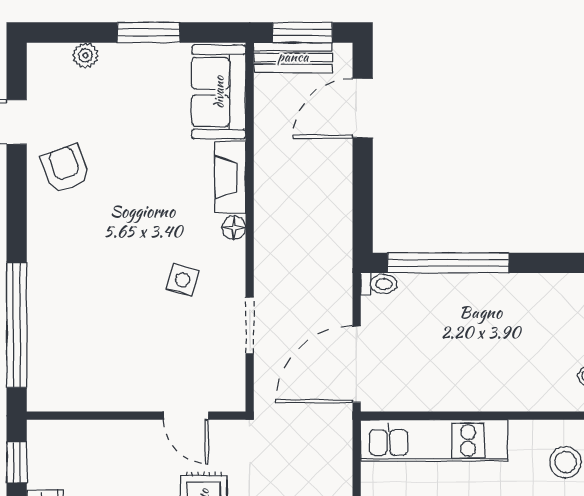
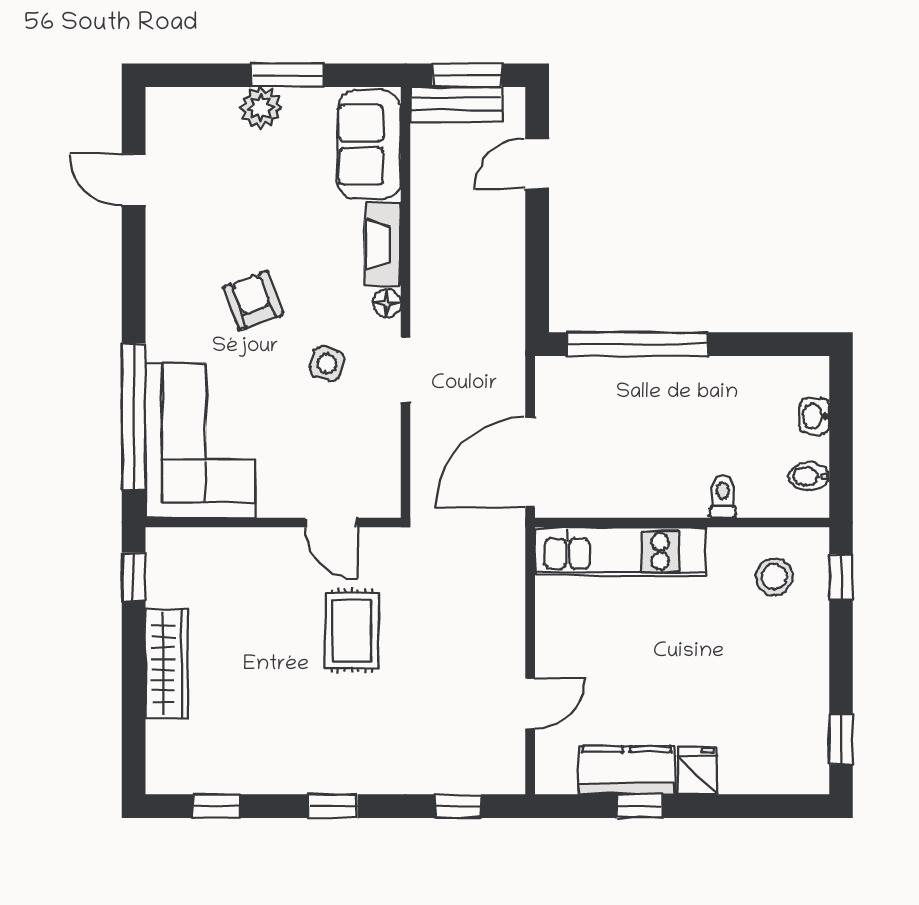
plant: (85, 55) -> (261, 108), moved, width x1.38, depth x1.38
door: (363, 108) -> (537, 164), width x0.73
armchair: (66, 169) -> (253, 301), moved
toilet: (379, 284) -> (723, 497), moved, turned -90
doorway: (250, 325) -> (406, 370), moved
corner sofa: (74, 346) -> (200, 441), added

